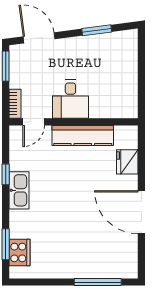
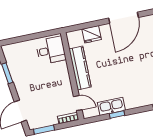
desk: (70, 99) -> (51, 50), moved
kitchen sink: (19, 190) -> (111, 106), moved

